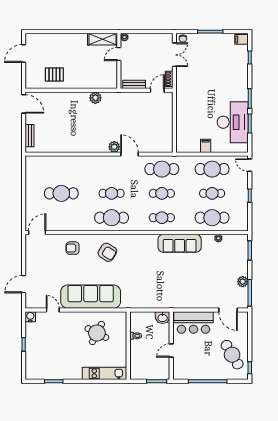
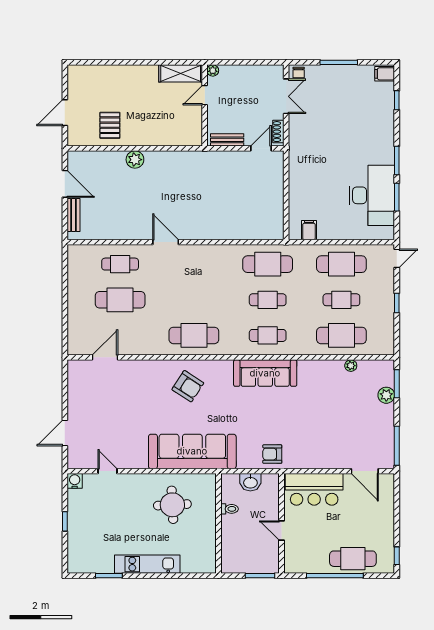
door: (24, 53) -> (65, 113), moved
pallet: (54, 74) -> (110, 125), turned 90
plant: (95, 98) -> (135, 160), moved
door: (24, 104) -> (65, 184), moved
filing cabinet: (206, 146) -> (309, 230), moved
plant: (114, 147) -> (198, 231), removed
door: (130, 154) -> (166, 242), moved
door: (250, 165) -> (397, 258), swing flipped
cafe table: (112, 193) -> (120, 264), moved
door: (37, 233) -> (105, 357), moved
sofa: (180, 243) -> (265, 373), moved
armchair: (73, 248) -> (272, 454), moved
plant: (243, 282) -> (386, 395), moved
sofa: (91, 297) -> (192, 451), moved
washbasin: (163, 318) -> (250, 482), moved
round table: (97, 333) -> (172, 505), turned -30
door: (171, 351) -> (281, 531), hinge flipped
cafe table: (232, 355) -> (353, 559), moved, turned -59
kitchen unit: (105, 373) -> (147, 564), moved

